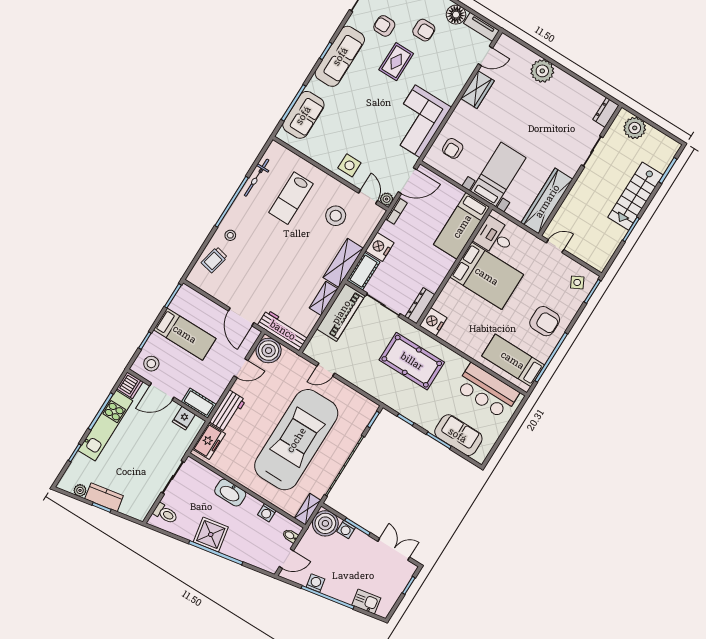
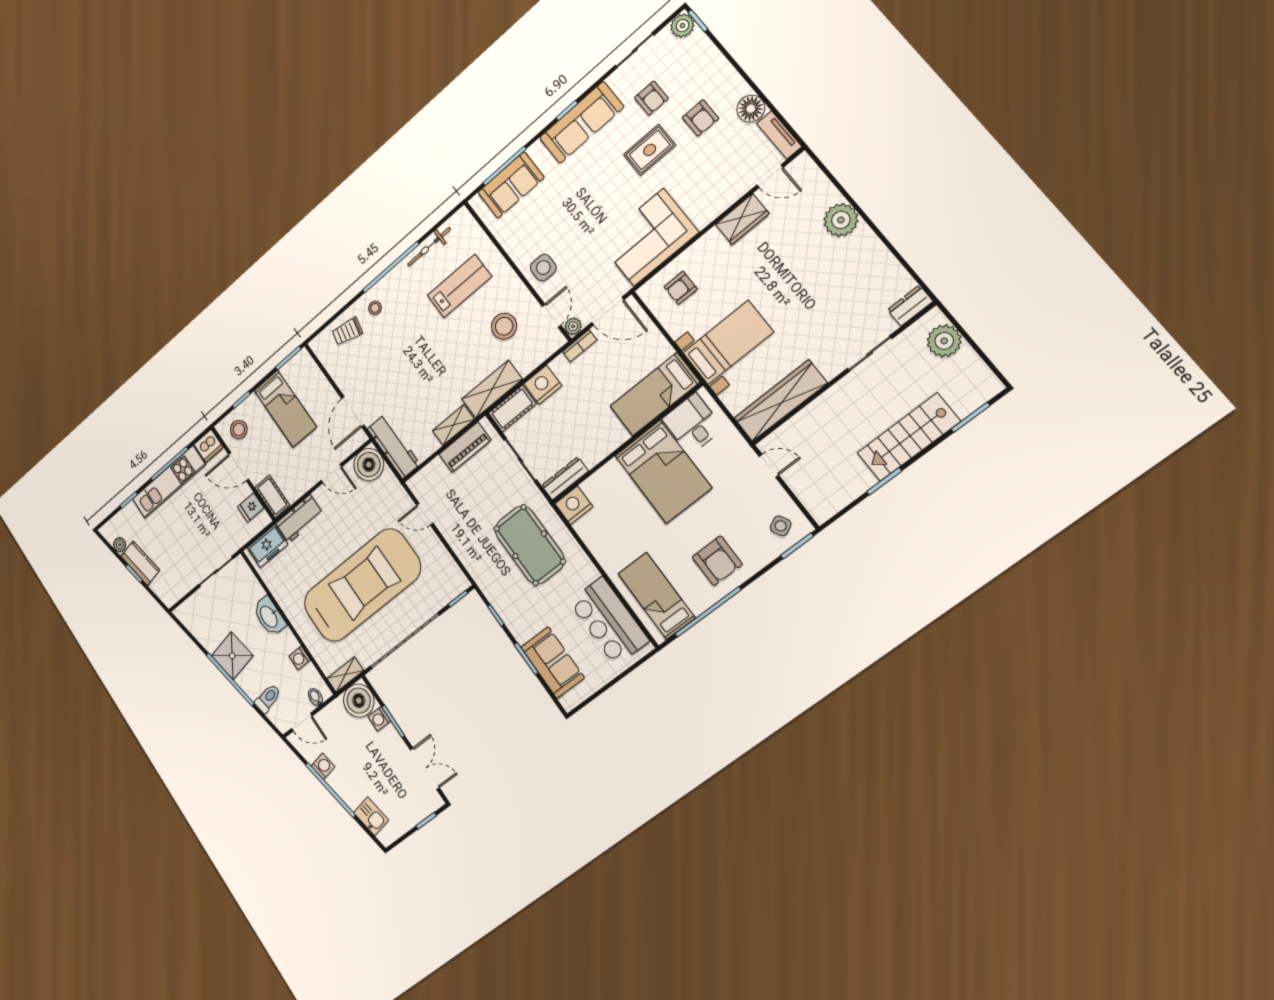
armchair: (384, 26) -> (651, 98), turned 180
lab bench: (291, 198) -> (459, 286), turned 180
piano: (341, 312) -> (465, 447), width x0.73, depth x0.75
toilet: (165, 514) -> (268, 698), moved, turned -100

